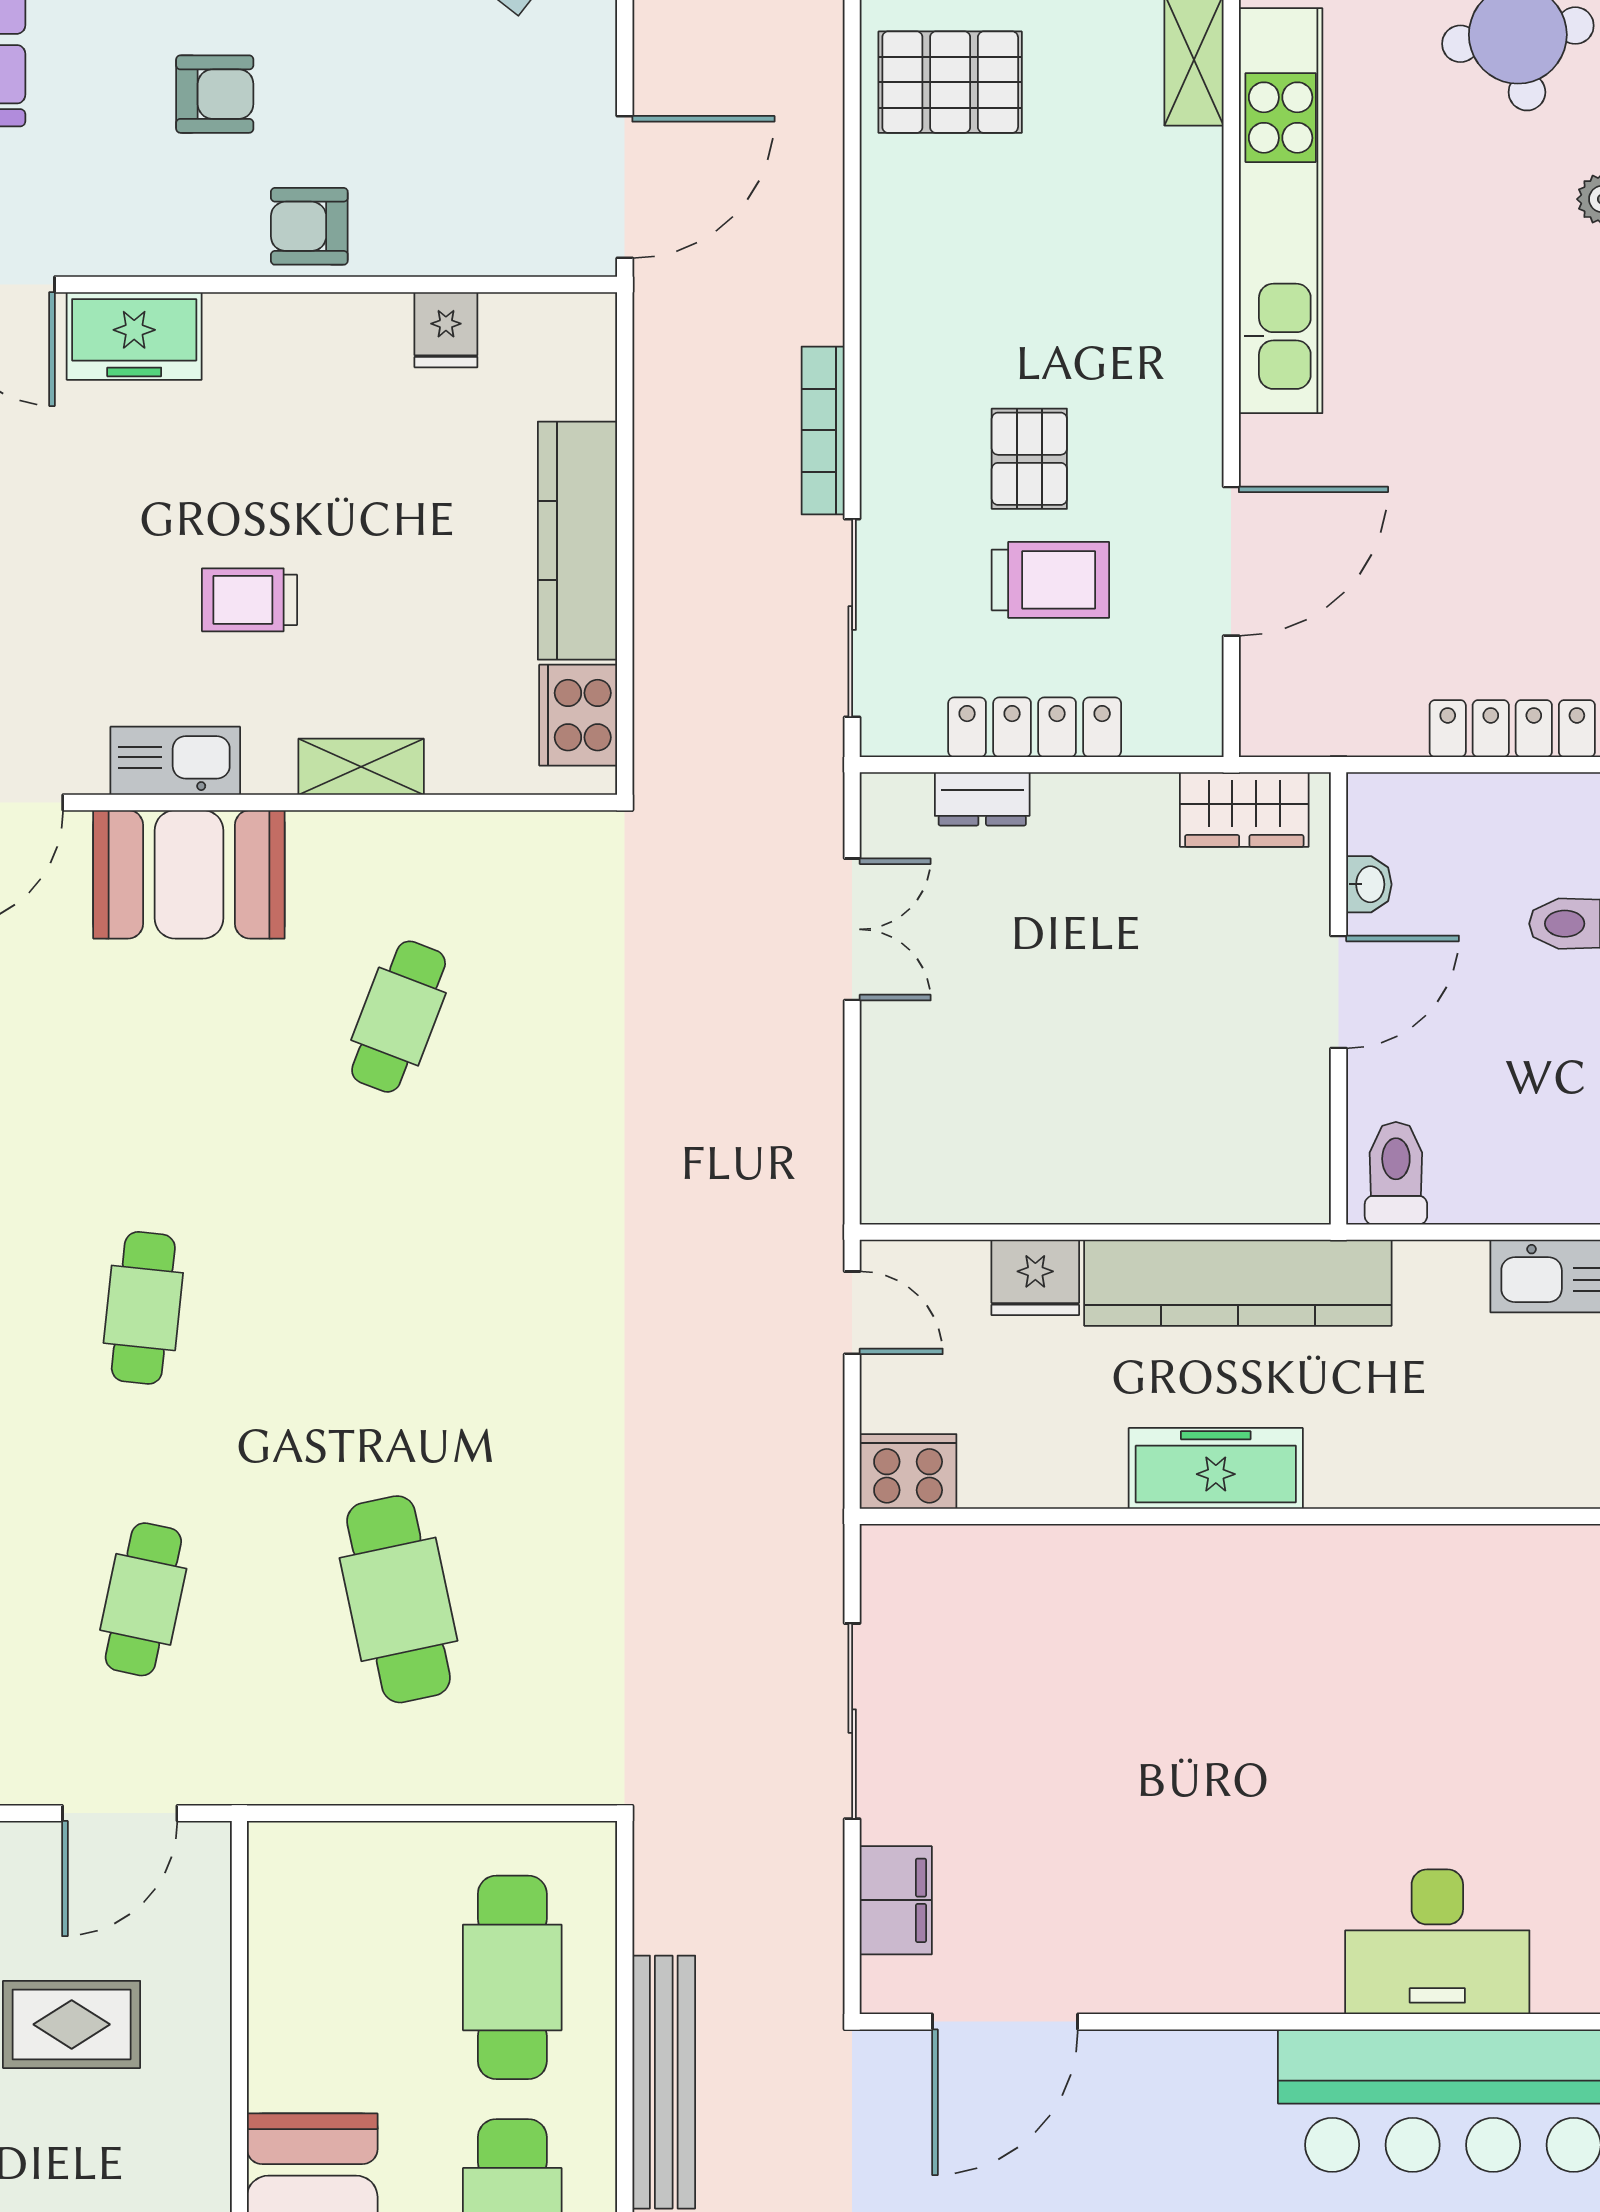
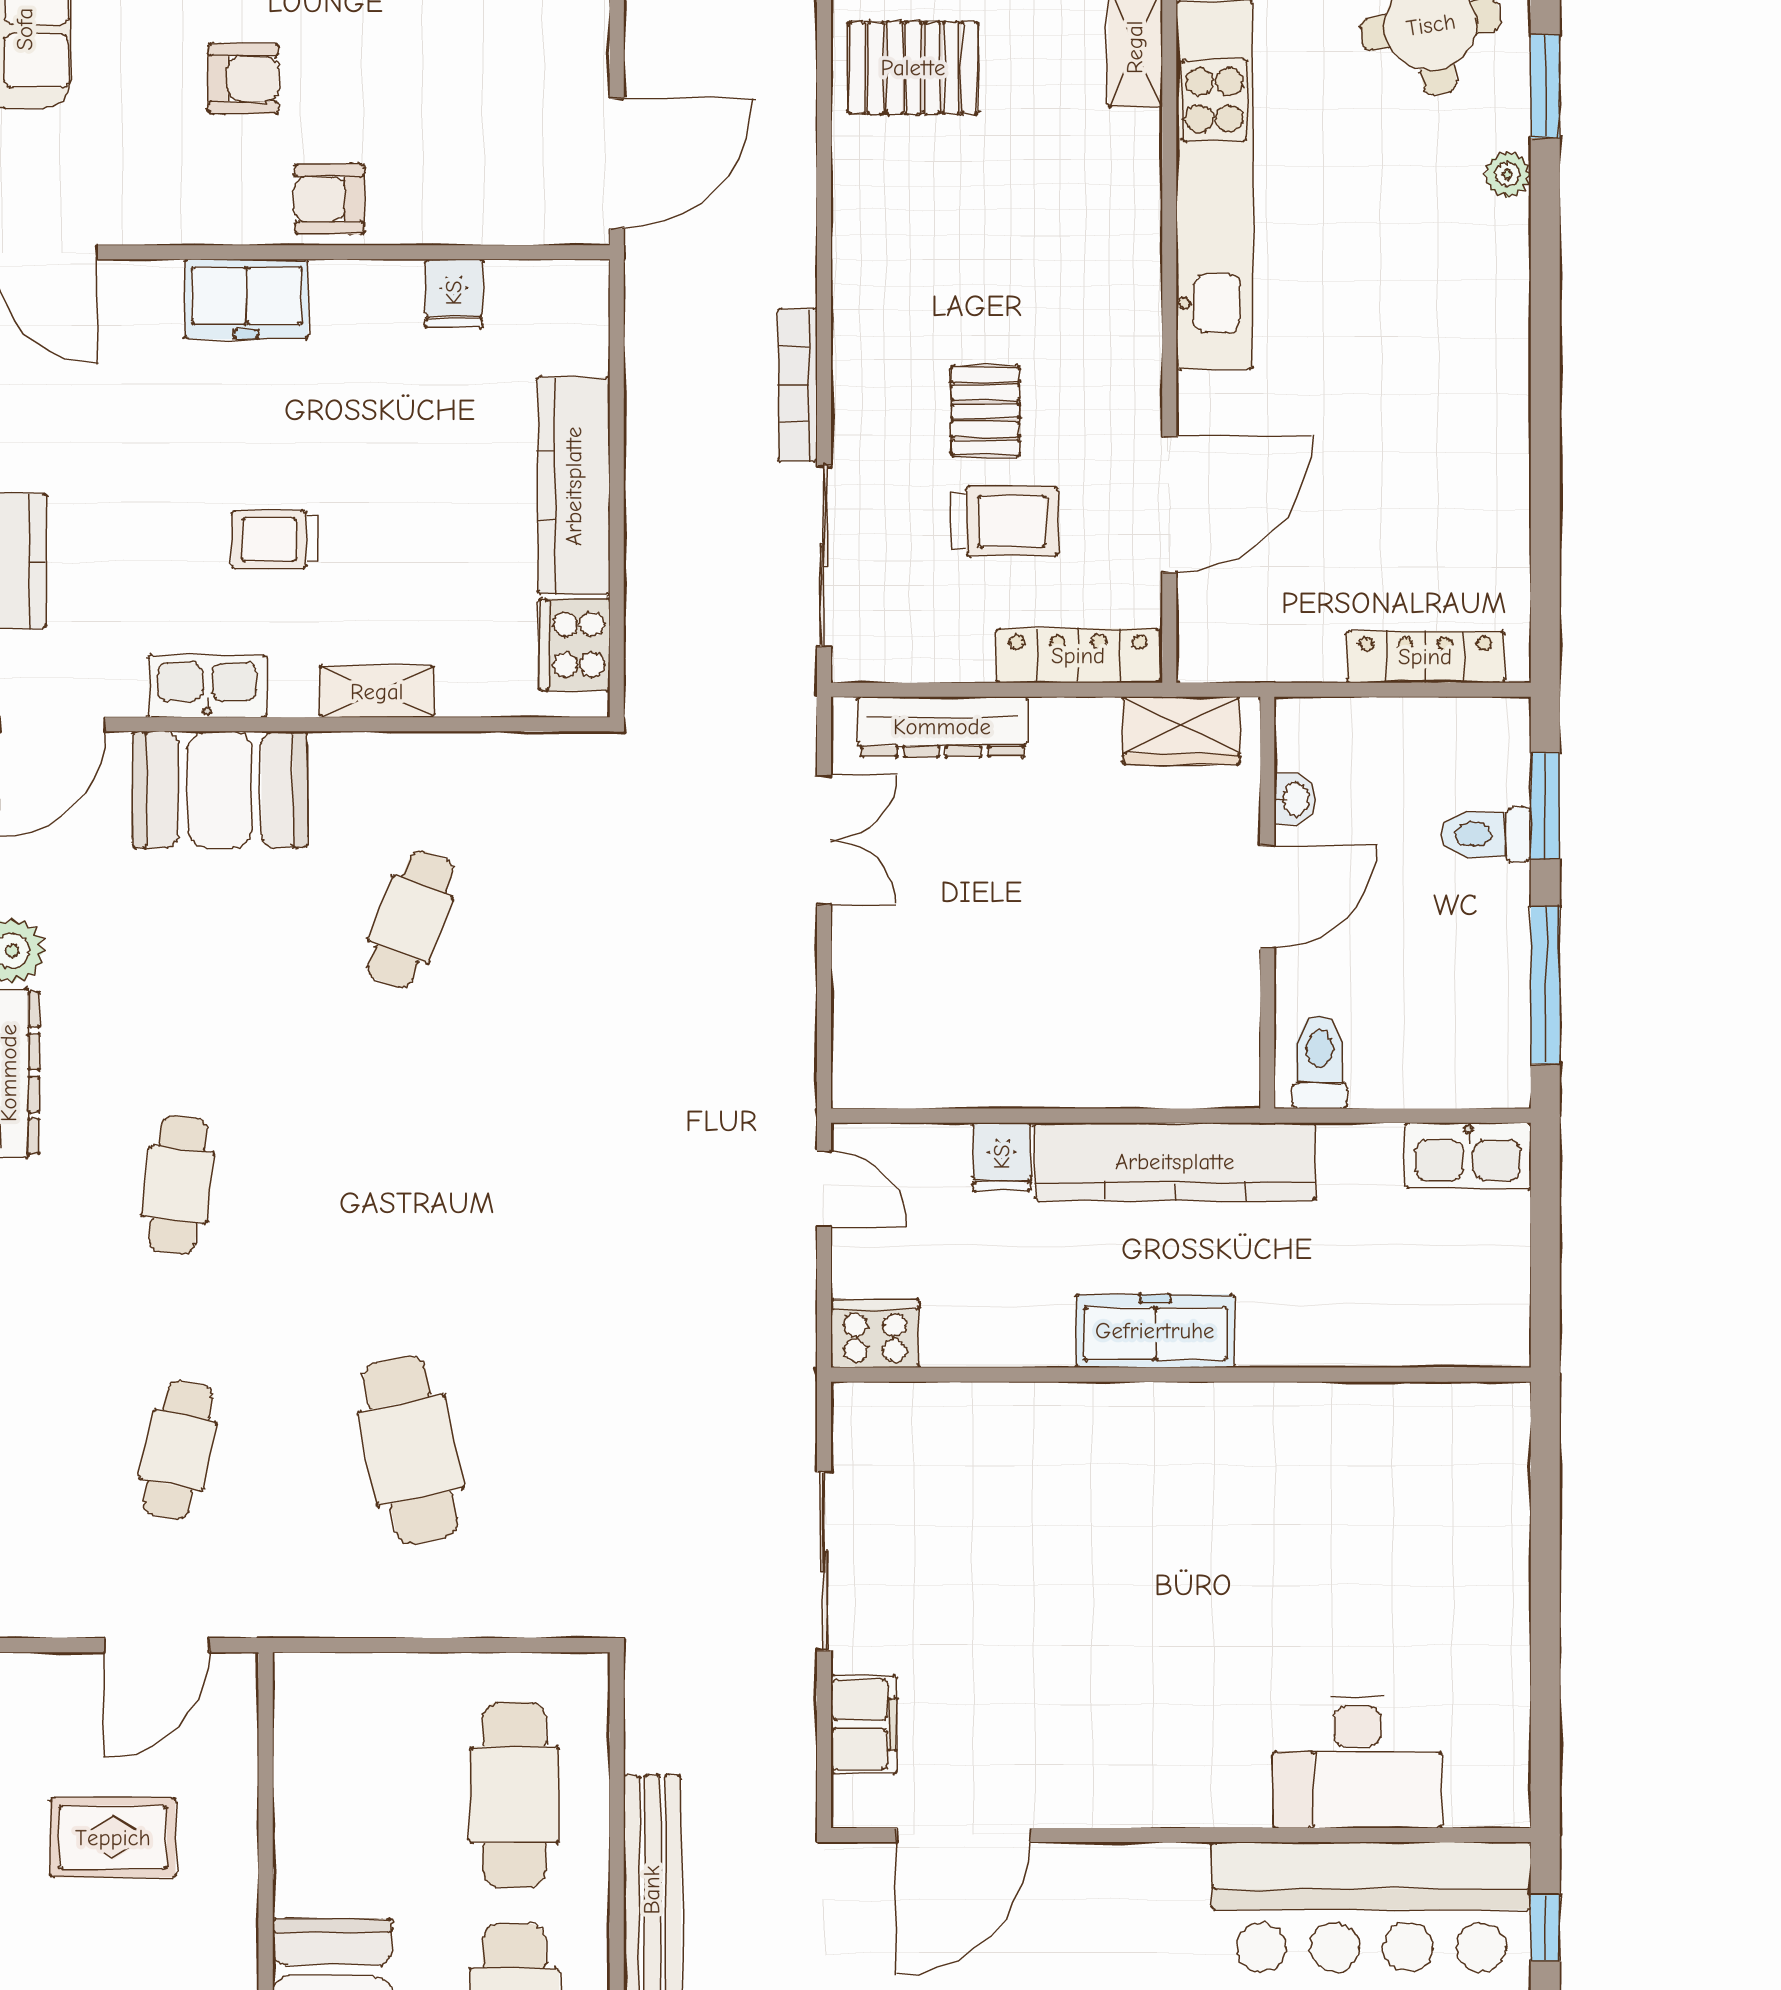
freezer: (134, 336) -> (247, 299), moved
locker: (1035, 727) -> (1078, 656), moved
dresser: (982, 799) -> (942, 727), width x1.96, depth x1.24
fridge: (1035, 1277) -> (1002, 1157), width x0.72

